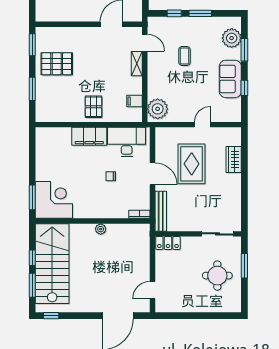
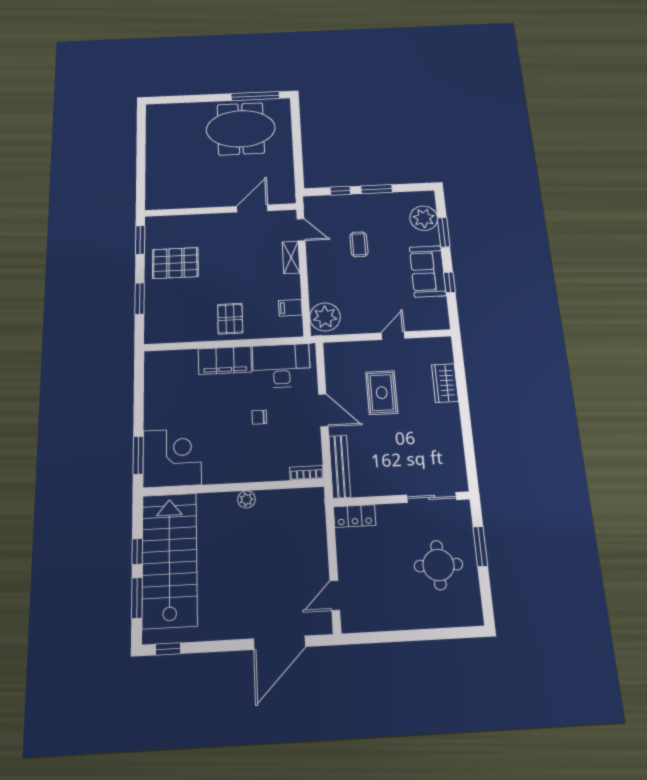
rug: (192, 164) -> (382, 393), width x0.73, depth x0.70

